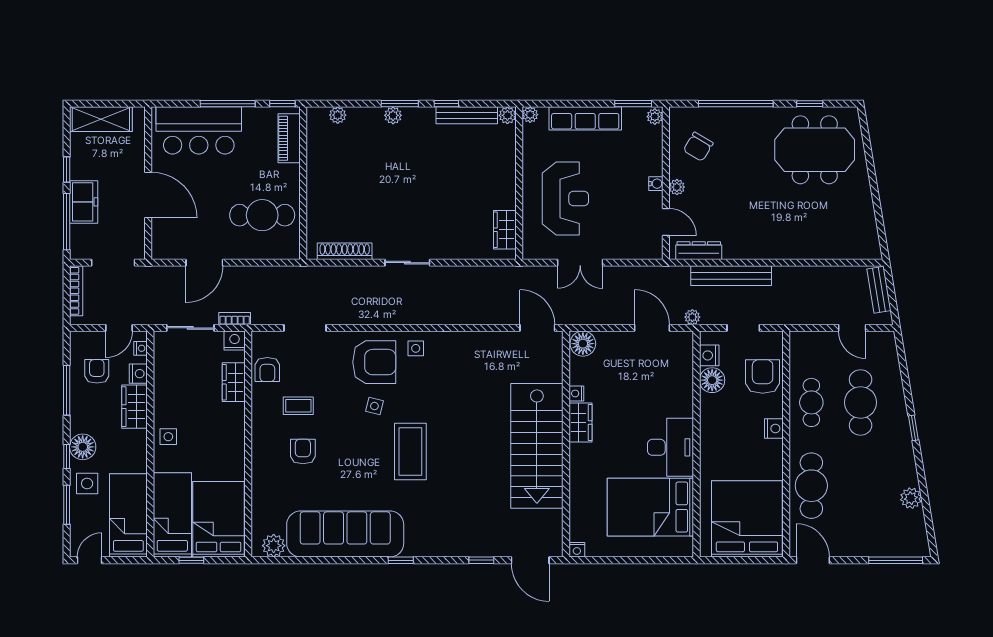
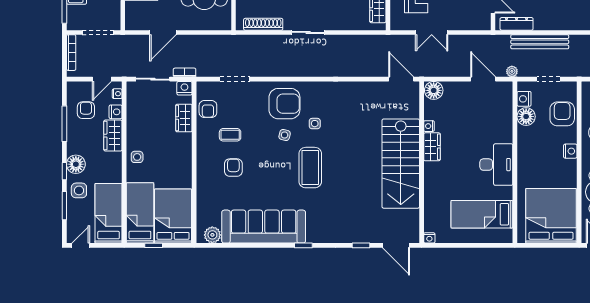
side table: (416, 348) -> (315, 124), moved
bed: (650, 507) -> (482, 214), width x0.67

